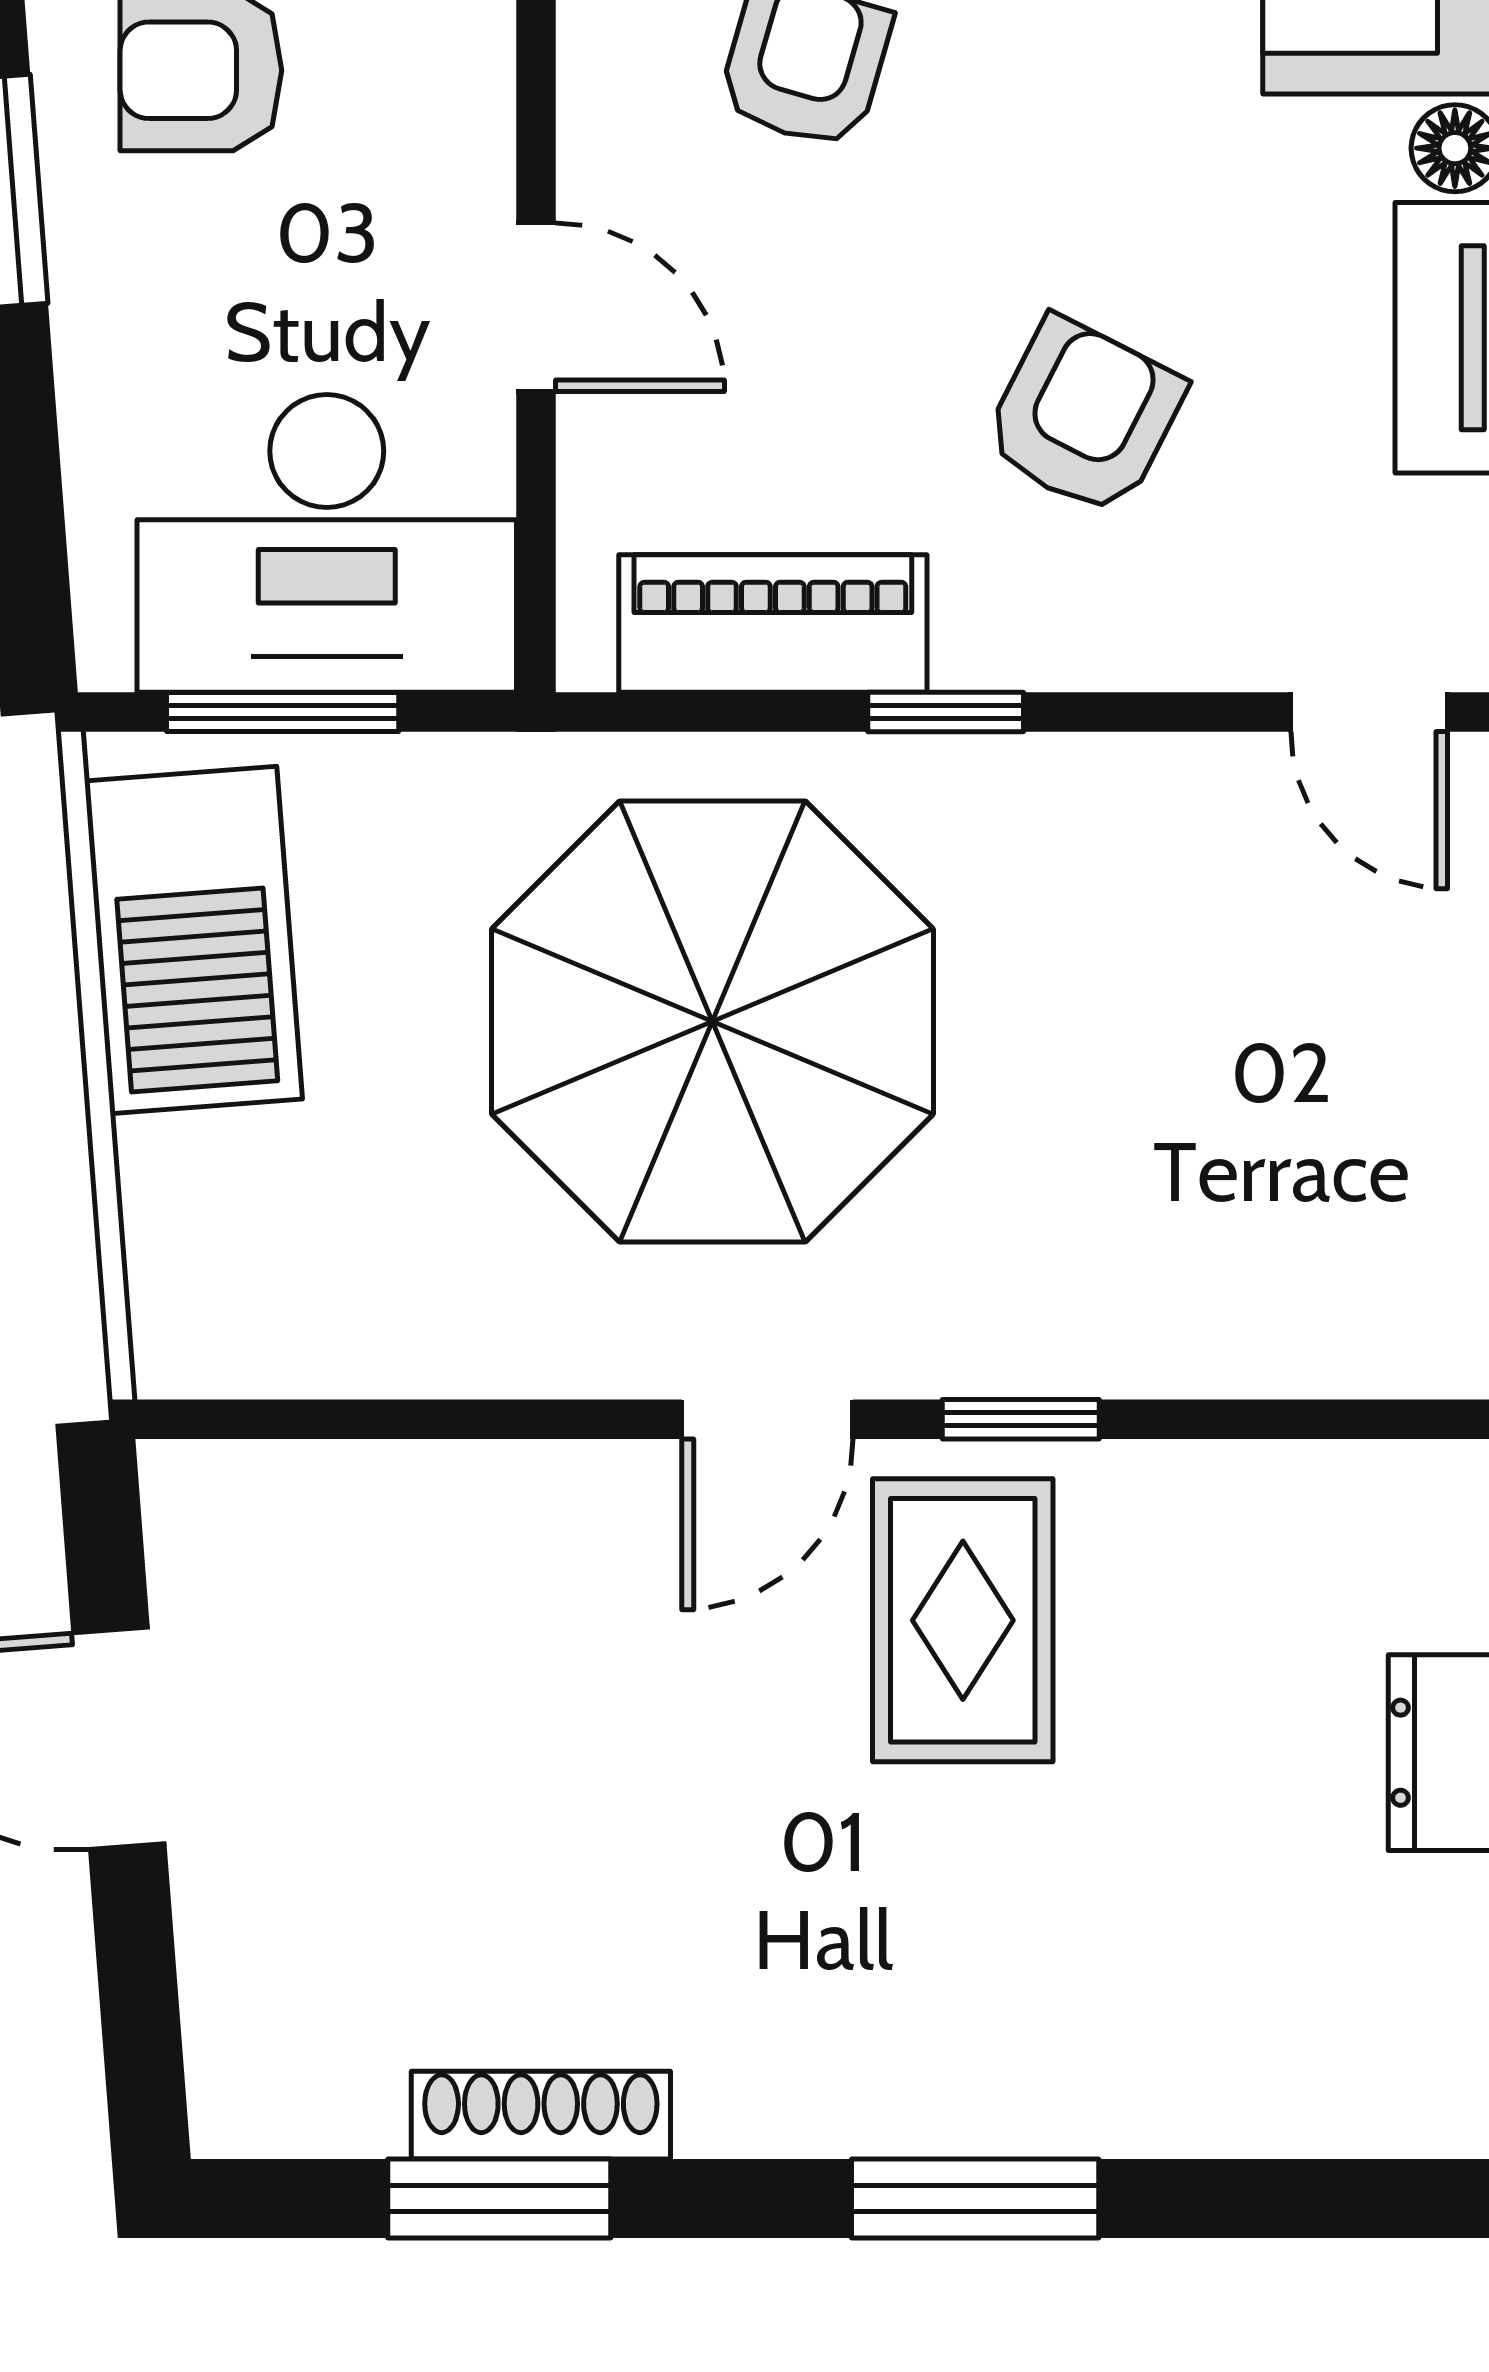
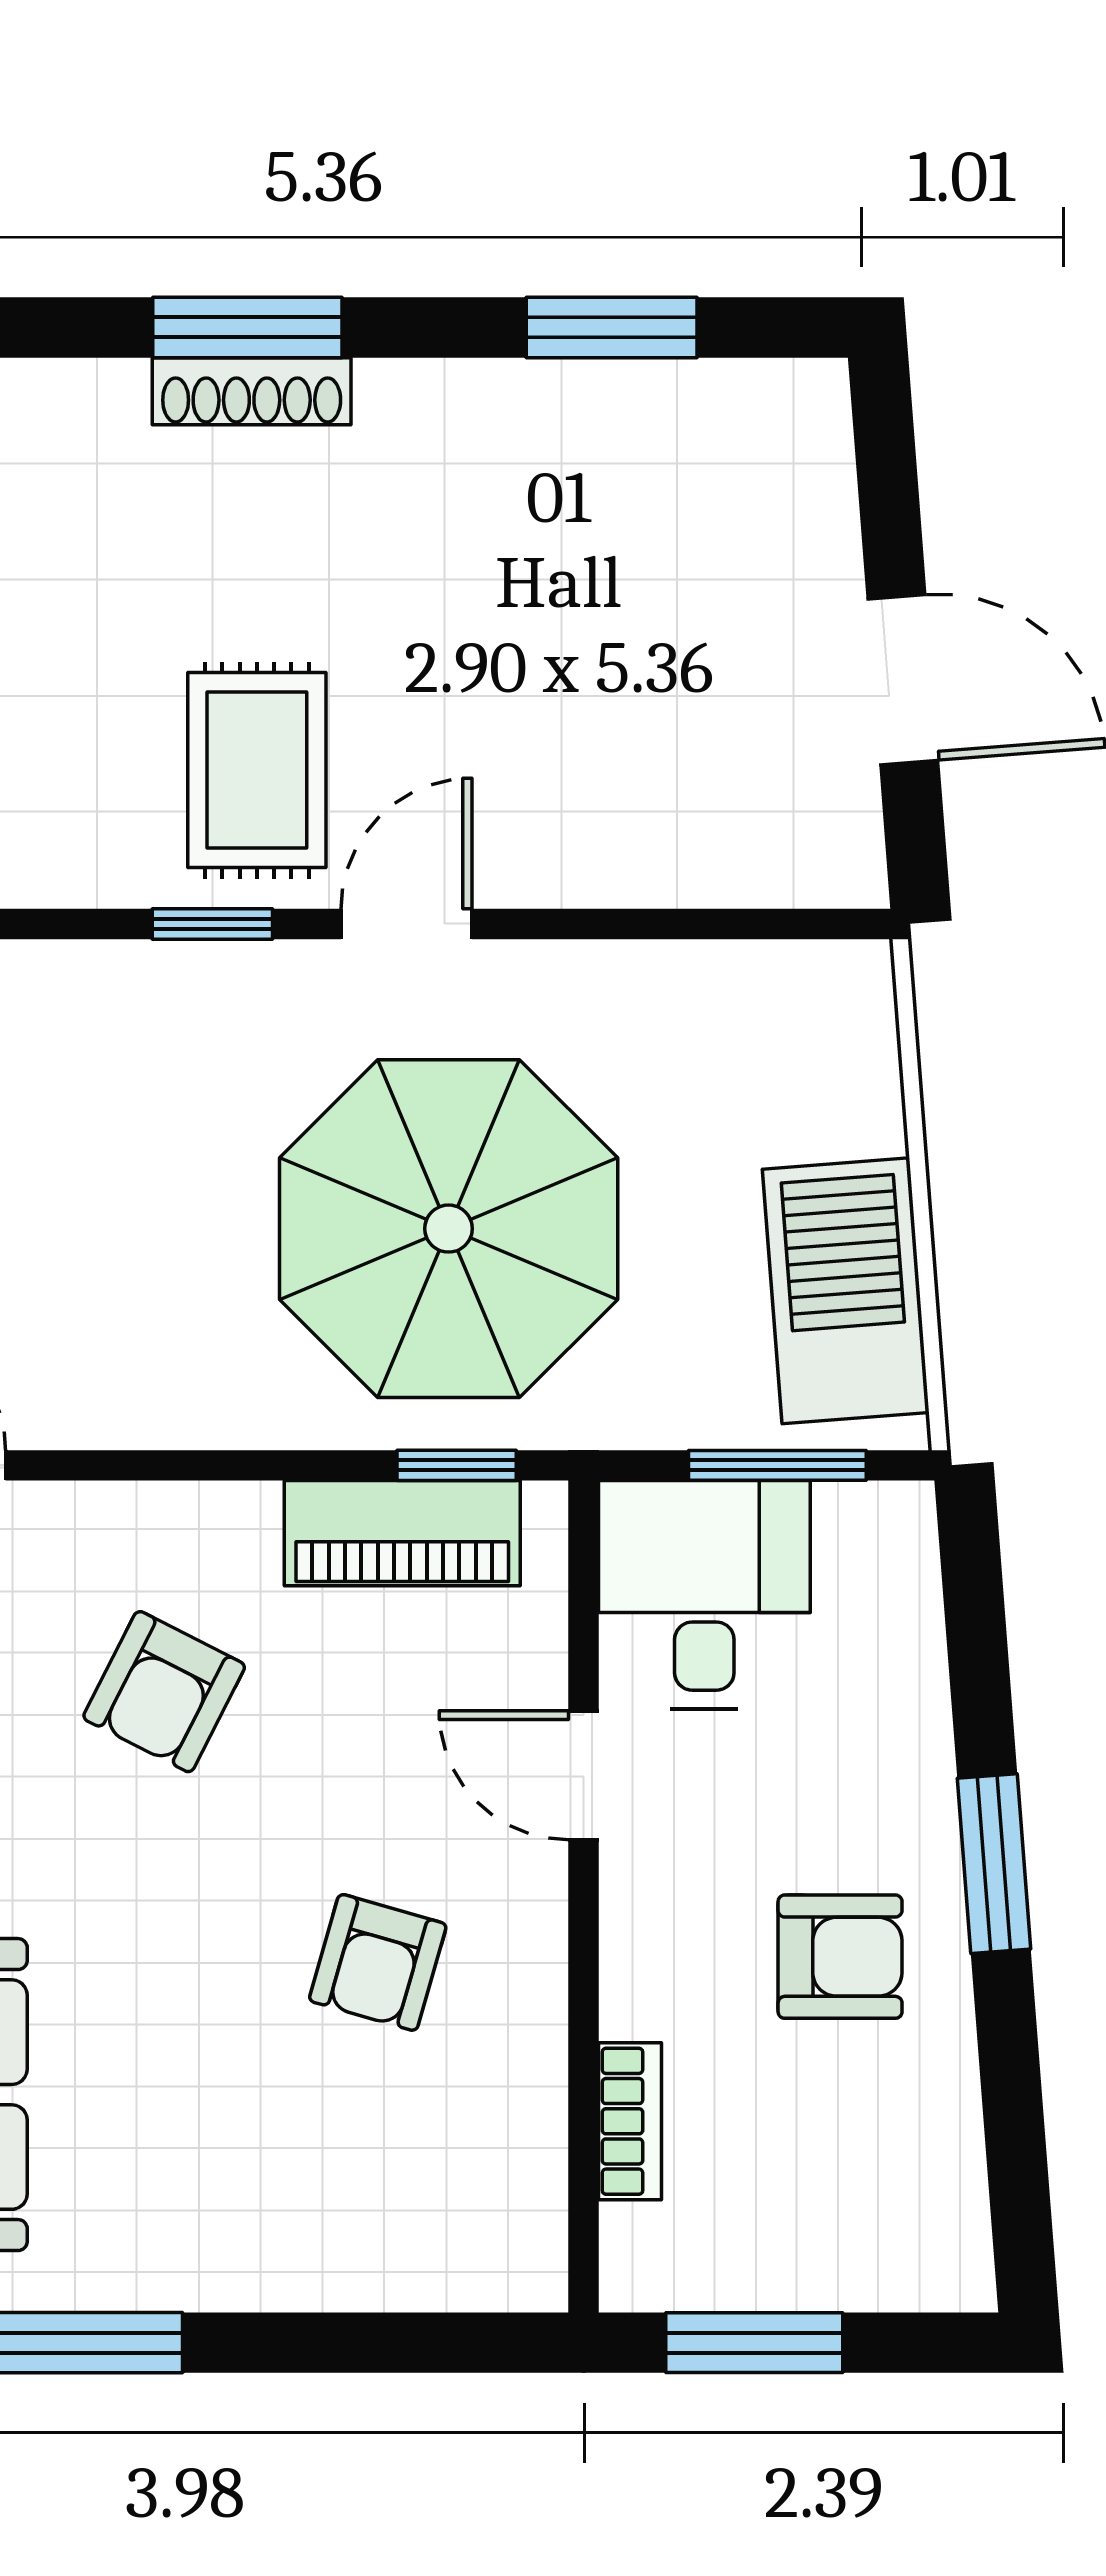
desk: (327, 543) -> (704, 1594), width x0.73
window: (946, 712) -> (457, 1465), moved
shoe rack: (541, 2115) -> (252, 391), moved

